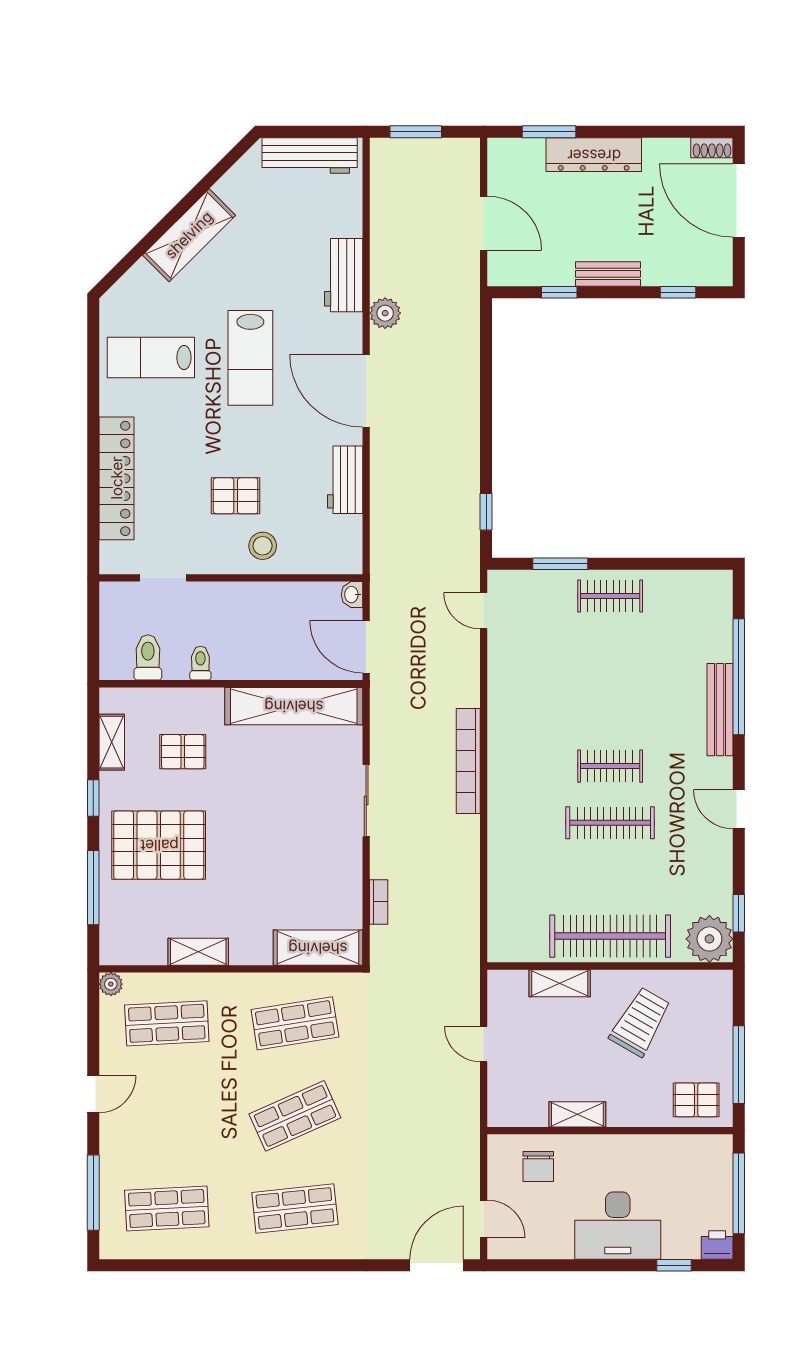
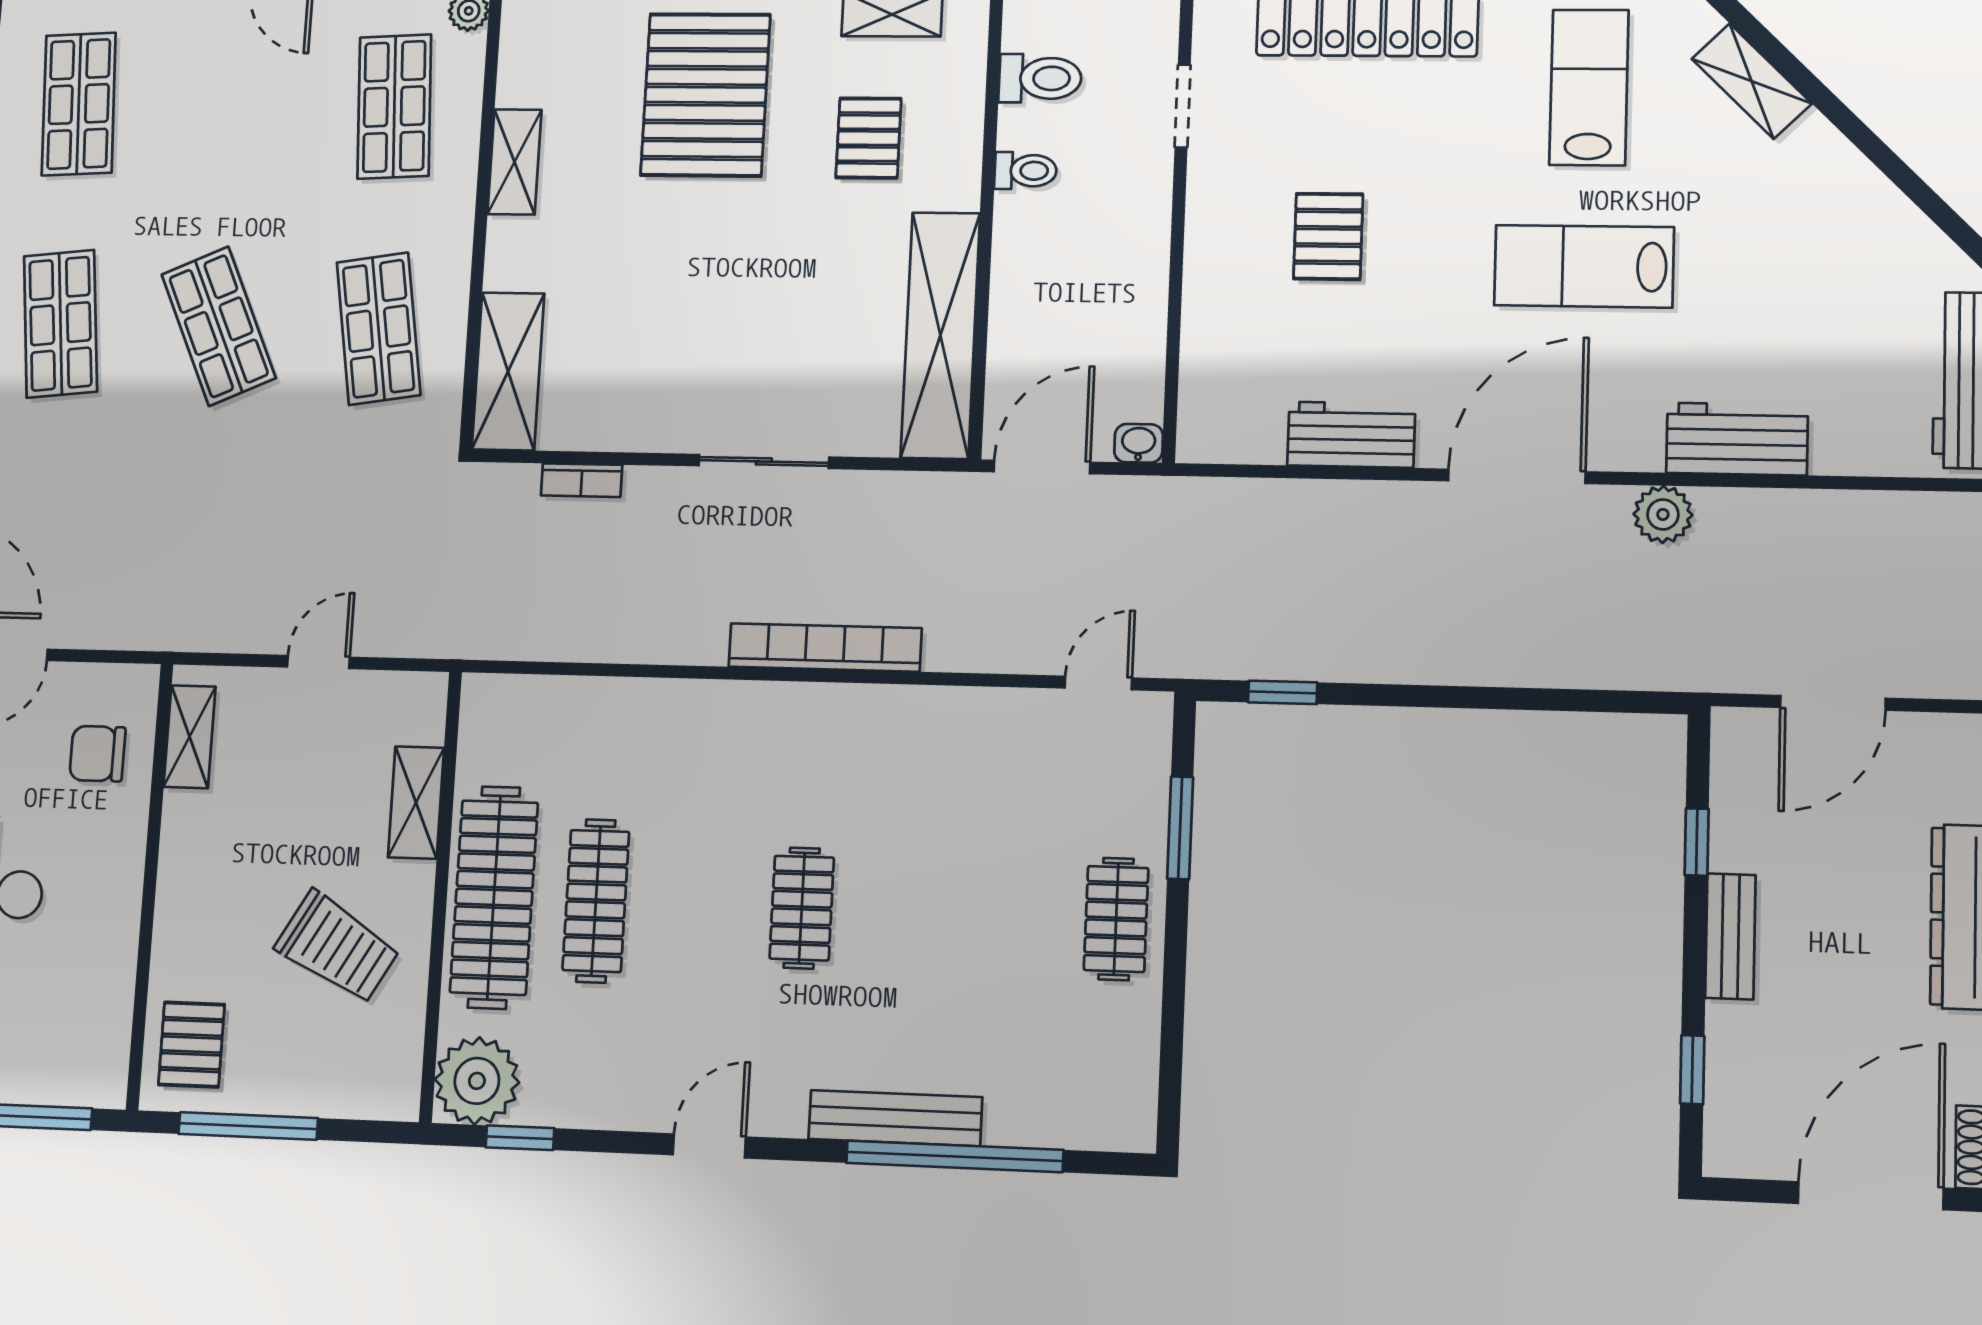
shelving: (189, 235) -> (1752, 81), moved, width x0.67, depth x0.75
stool: (263, 546) -> (1235, 284), removed
clothes rail: (610, 823) -> (596, 901), moved
shelving: (577, 1114) -> (190, 737), moved

